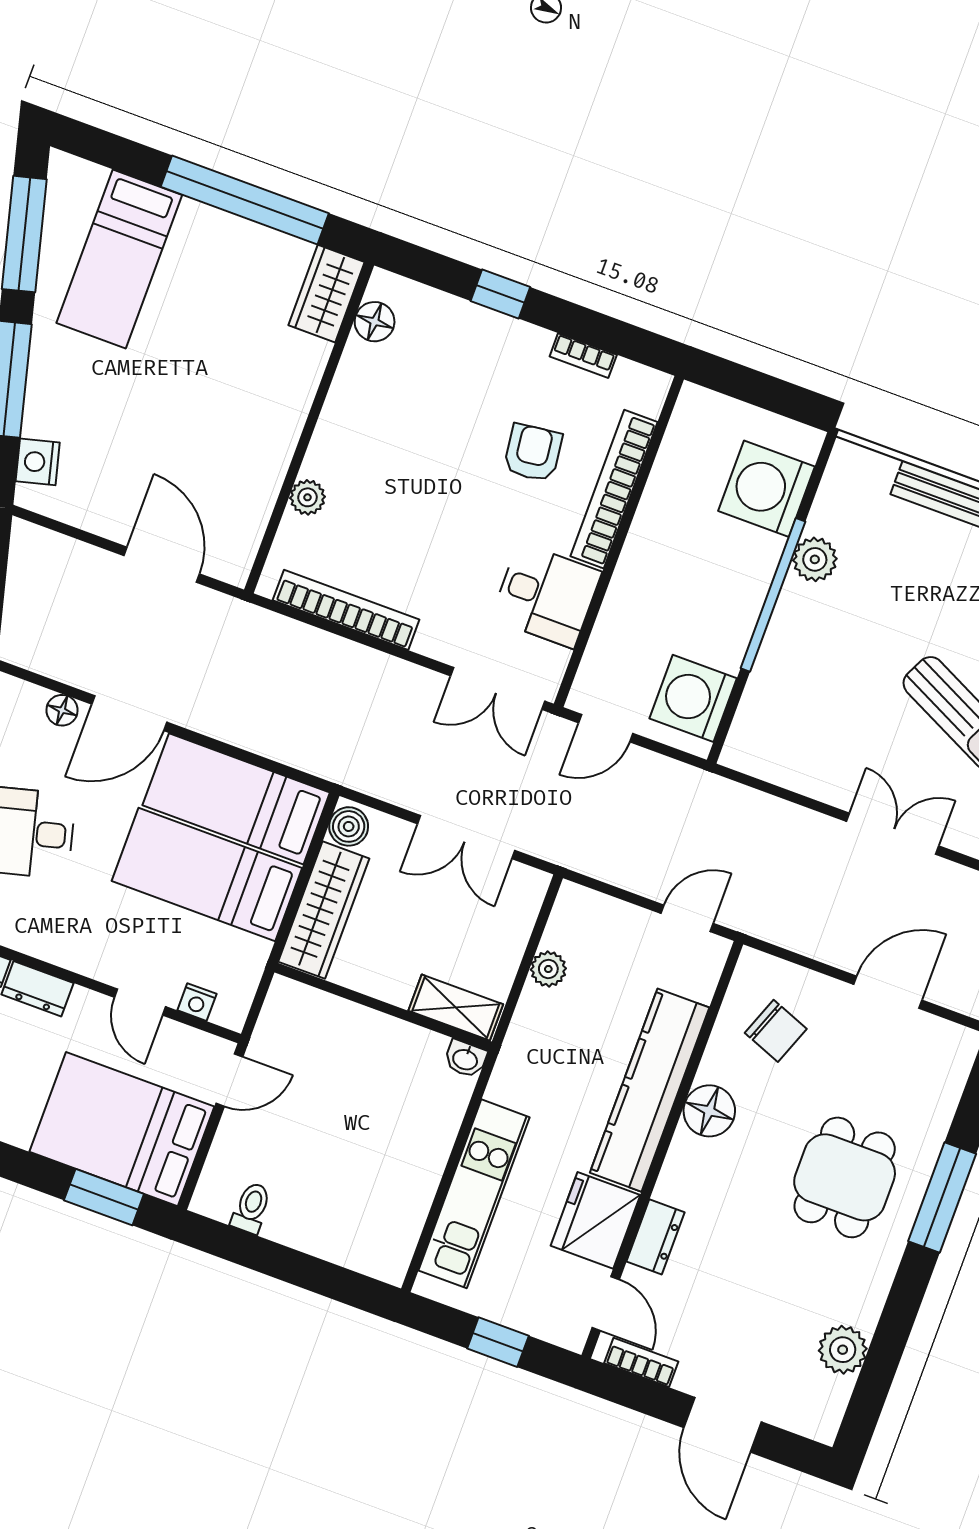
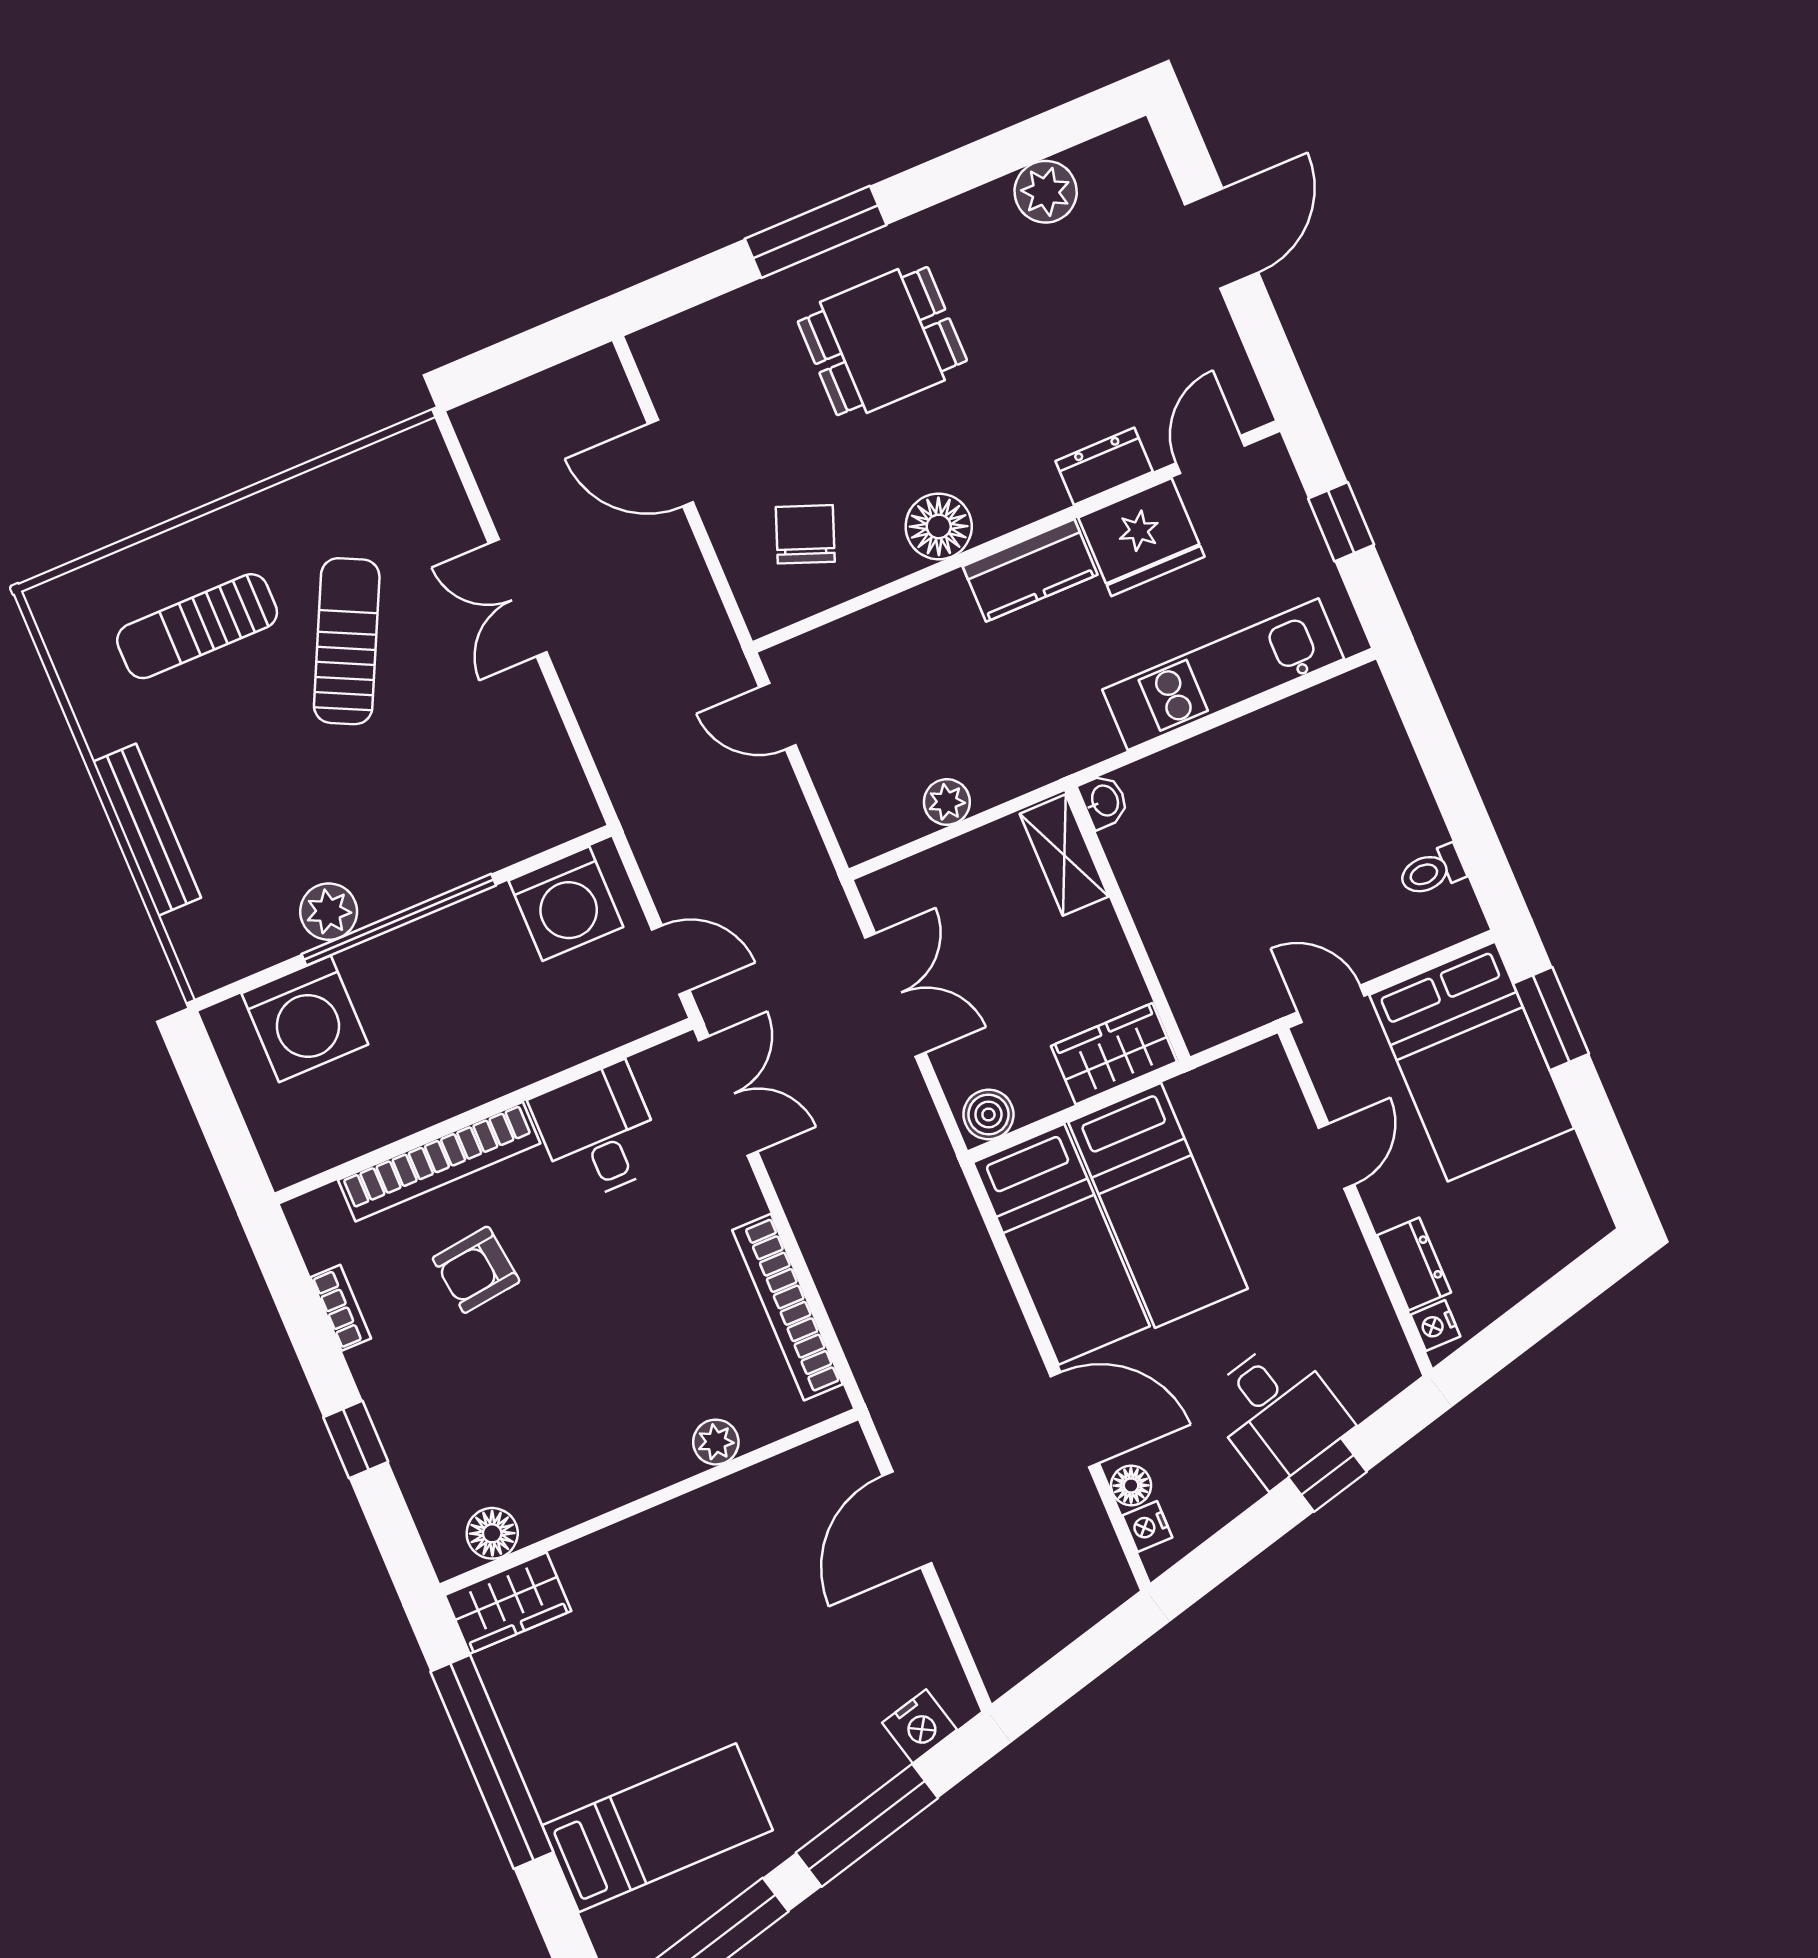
wardrobe: (324, 910) -> (1114, 1054), width x0.67
nightstand: (197, 1002) -> (1147, 1526), moved, turned 180
kitchen counter: (650, 1090) -> (1030, 570), width x0.48, depth x0.86
bookcase: (641, 1362) -> (1234, 370), removed

